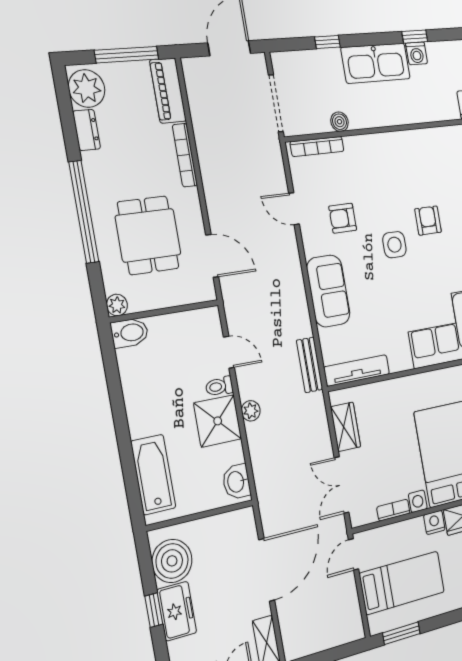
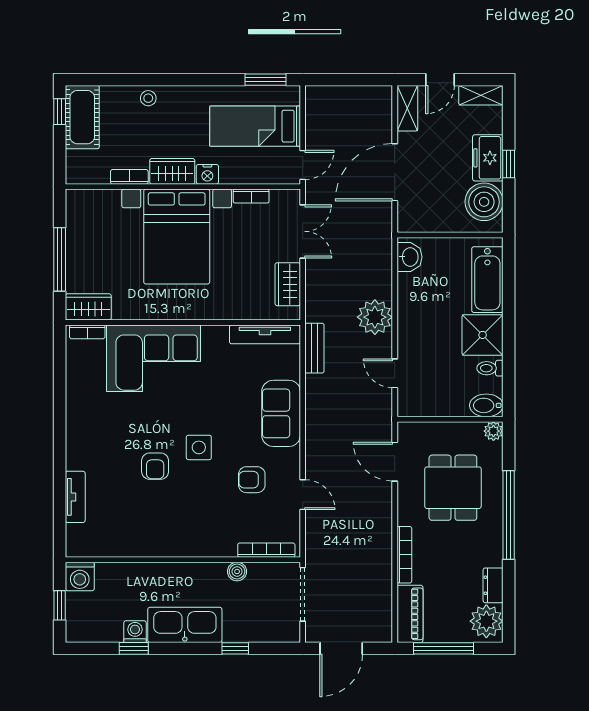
armchair: (343, 218) -> (252, 480), turned 180
toilet: (219, 386) -> (490, 368), moved, turned 180
plant: (251, 411) -> (375, 317), width x1.88, depth x1.88
shower: (218, 421) -> (483, 335), moved

